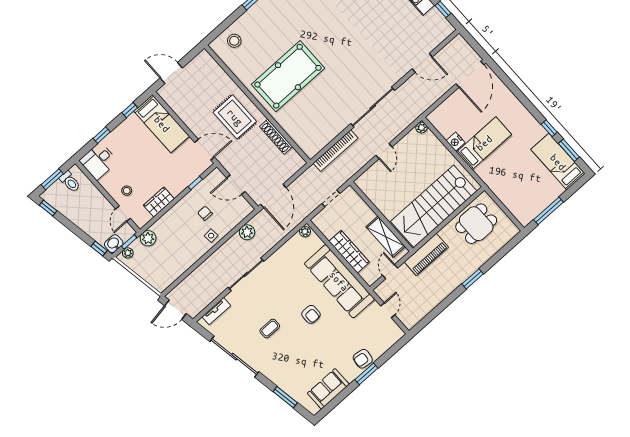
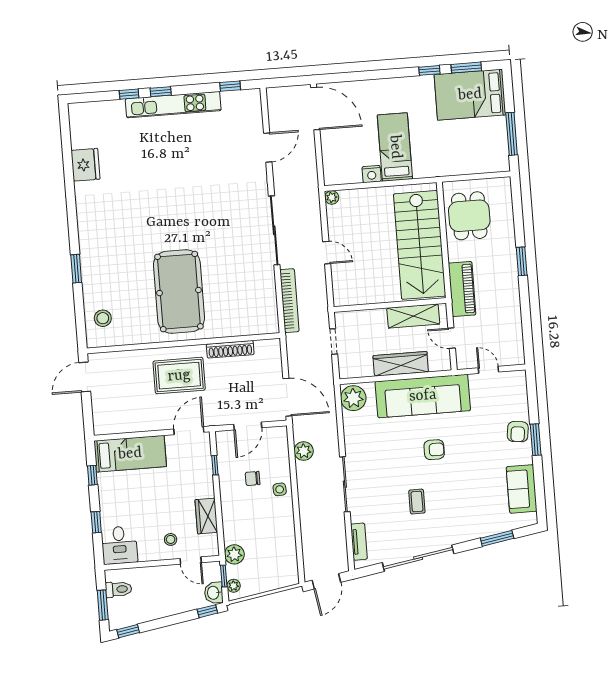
door: (171, 73) -> (85, 377), moved
bed: (558, 162) -> (470, 95), width x1.50
plant: (305, 232) -> (353, 398), width x1.87, depth x1.87

